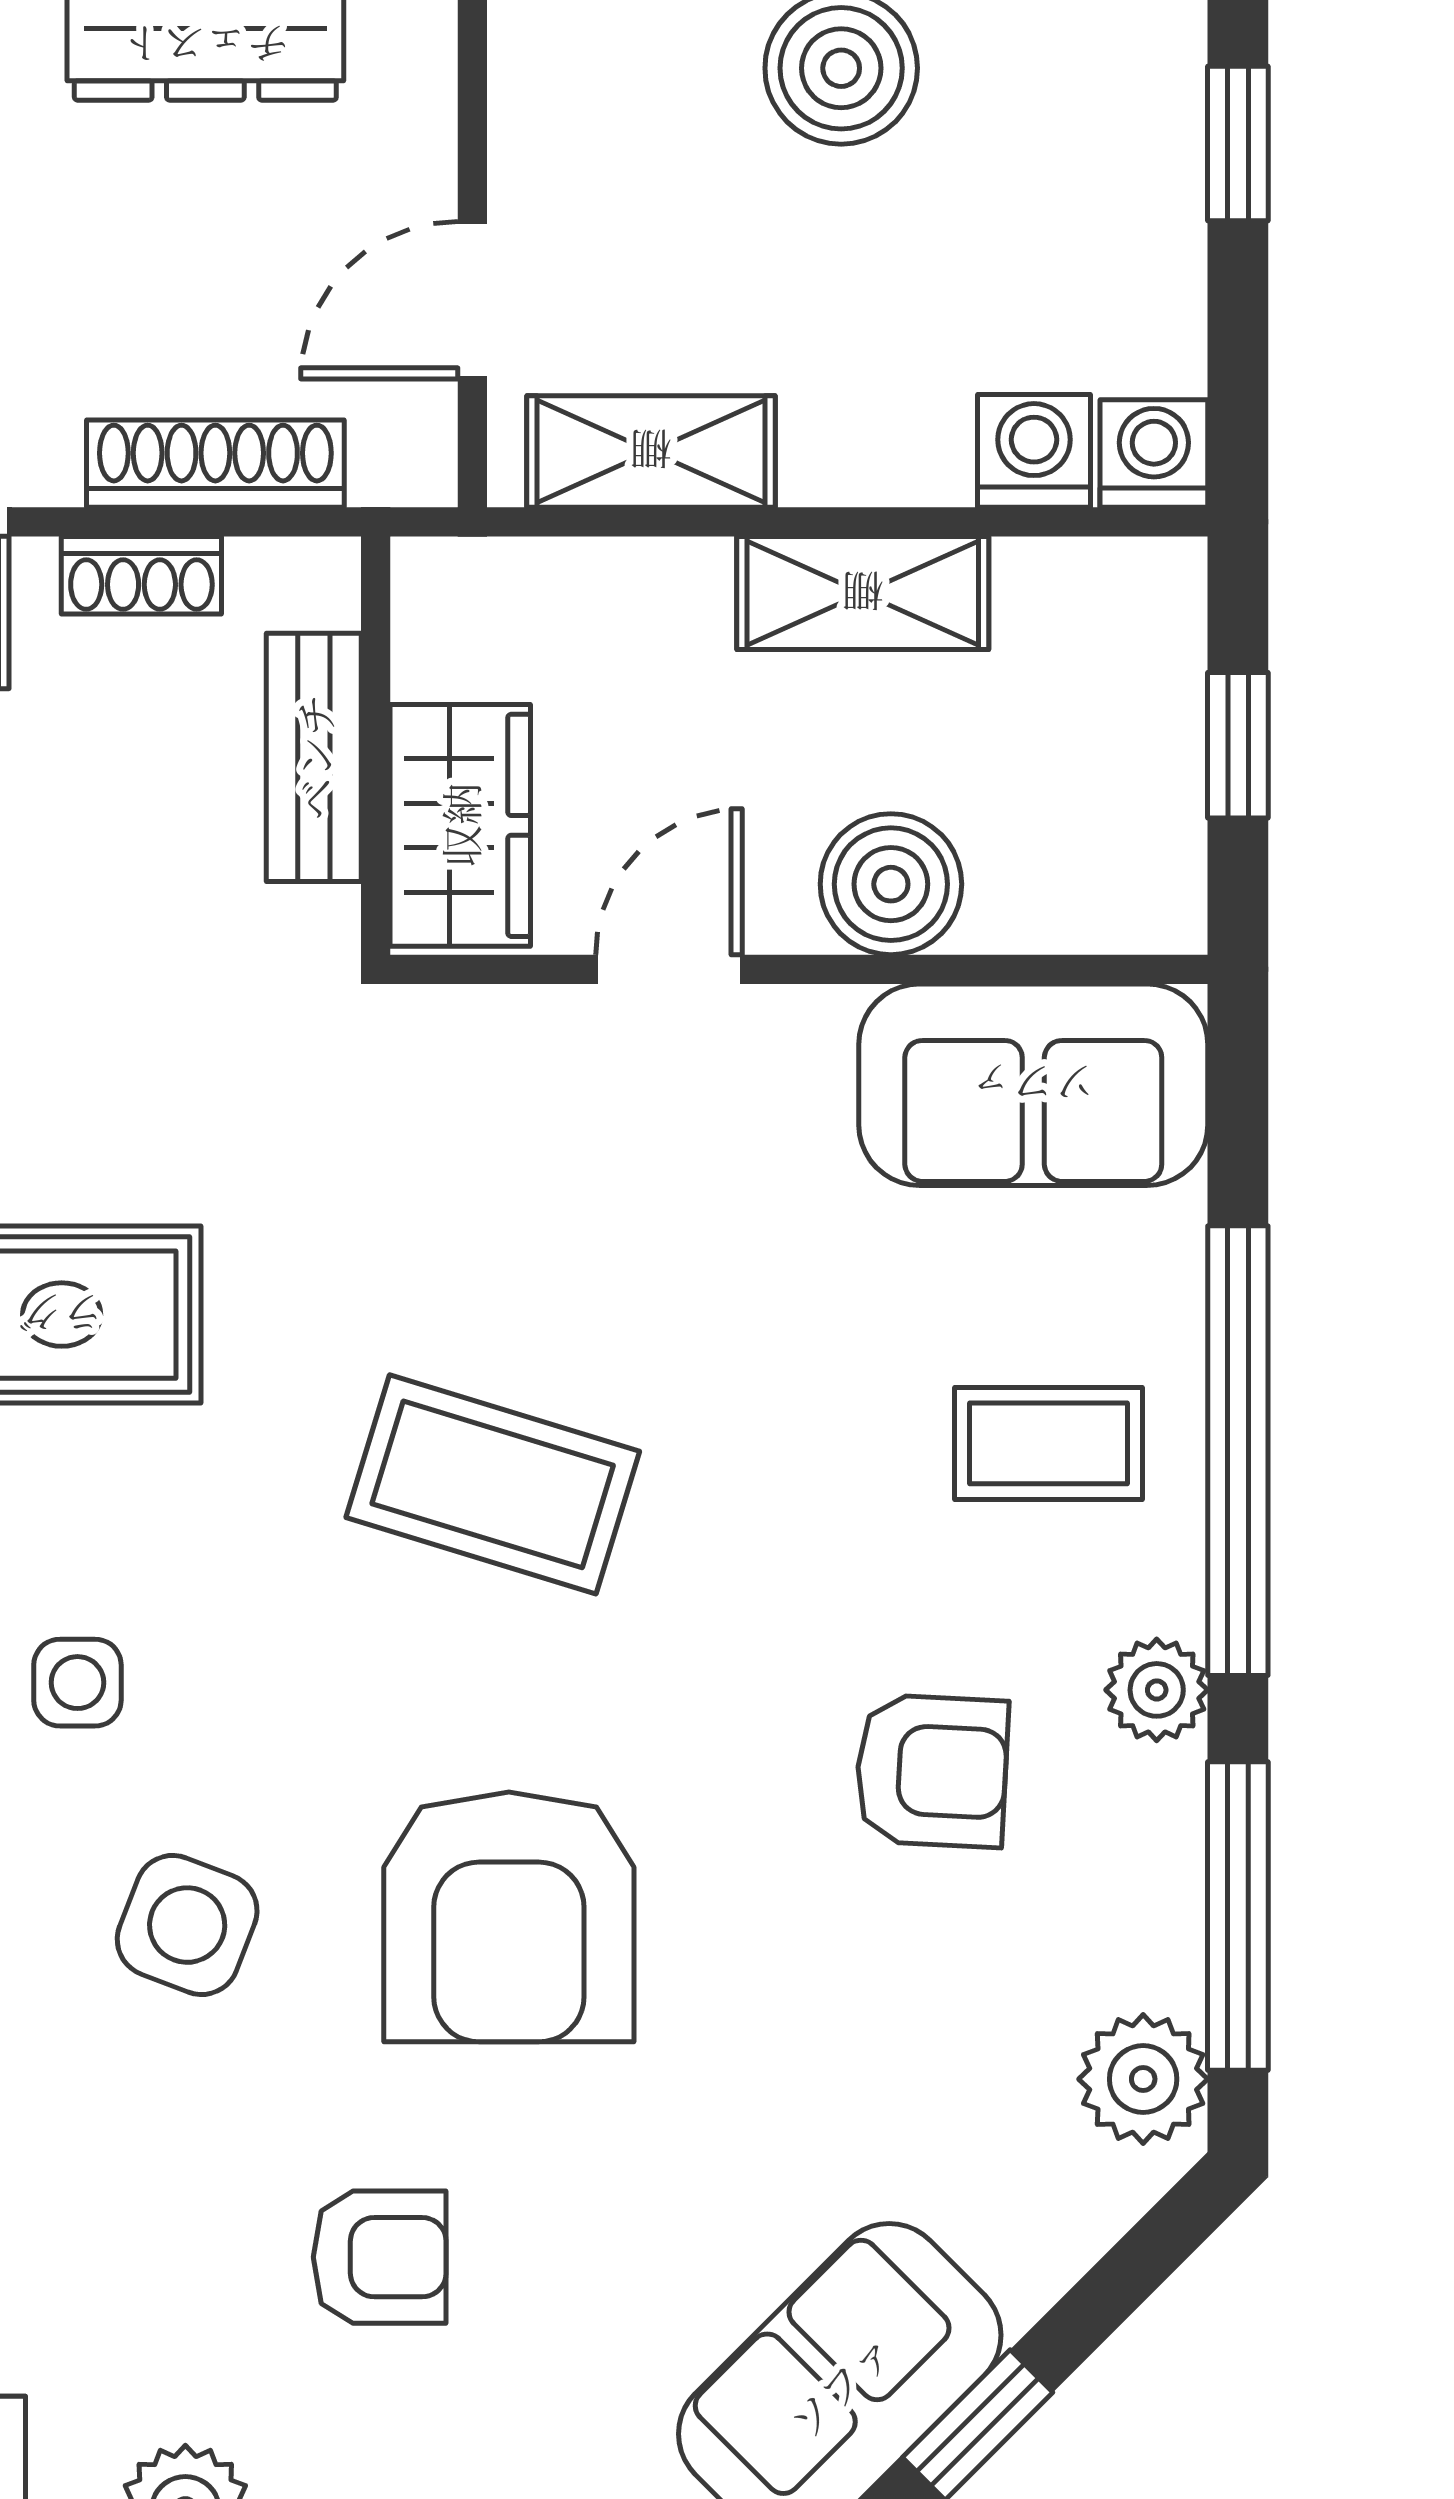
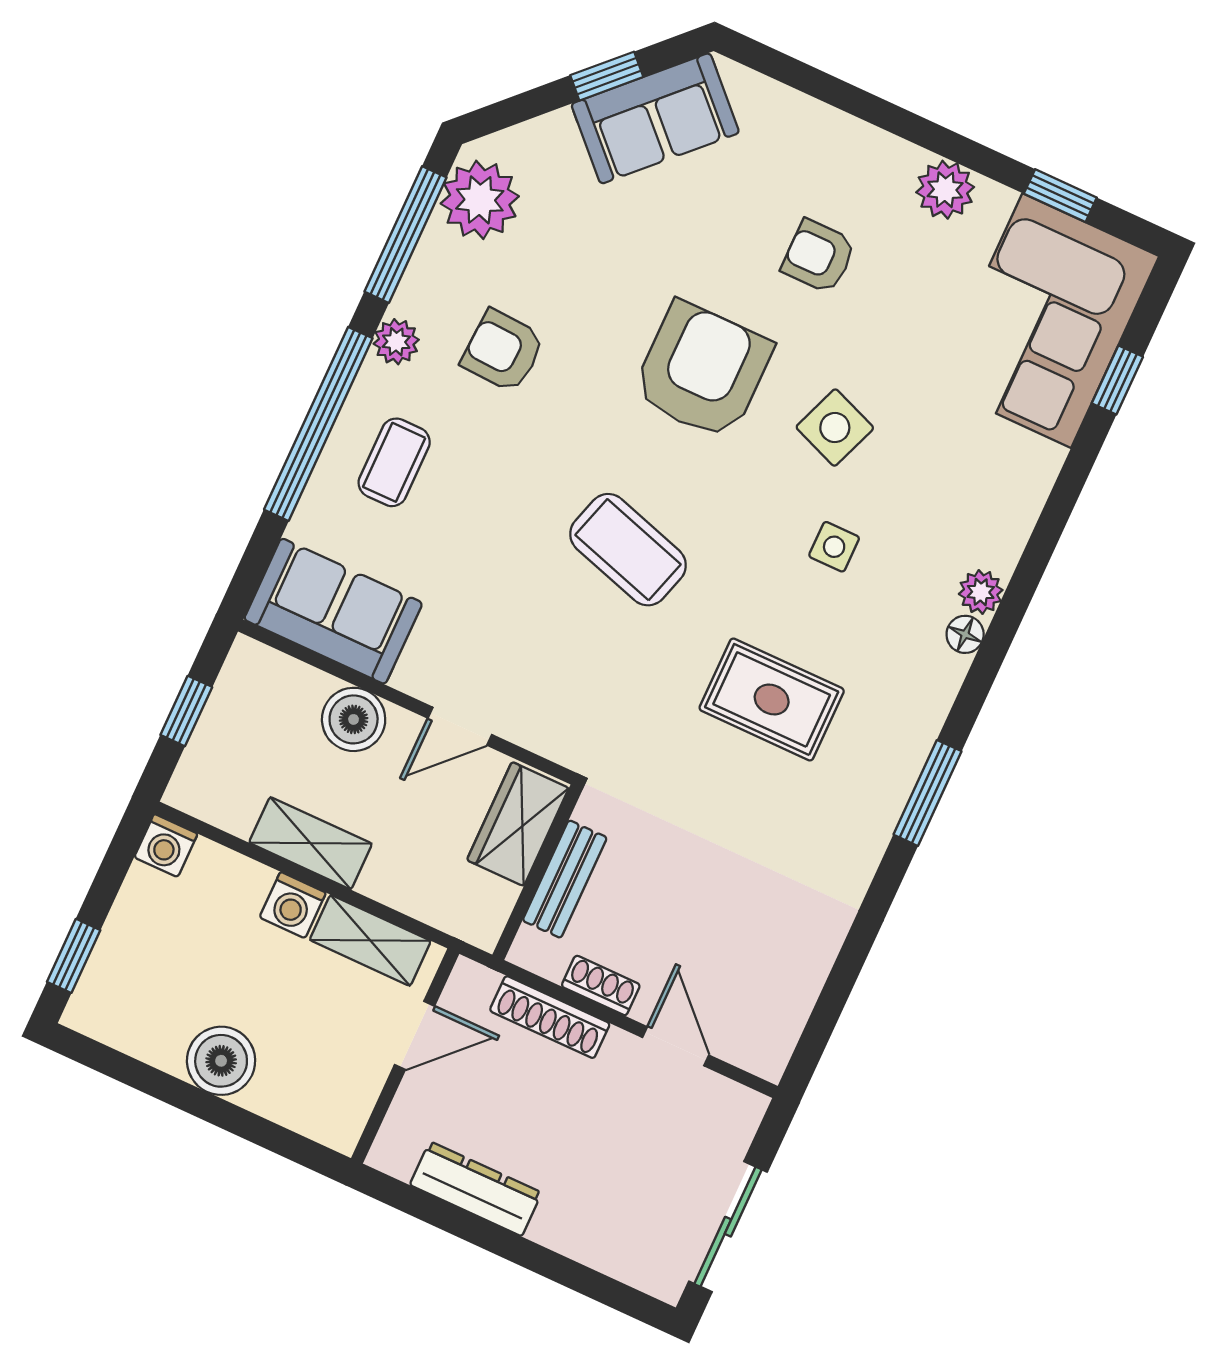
washing machine: (1034, 451) -> (293, 905), moved
coffee table: (1048, 1443) -> (394, 462), turned 90
plant: (1143, 2079) -> (480, 200), width x1.36, depth x1.36

